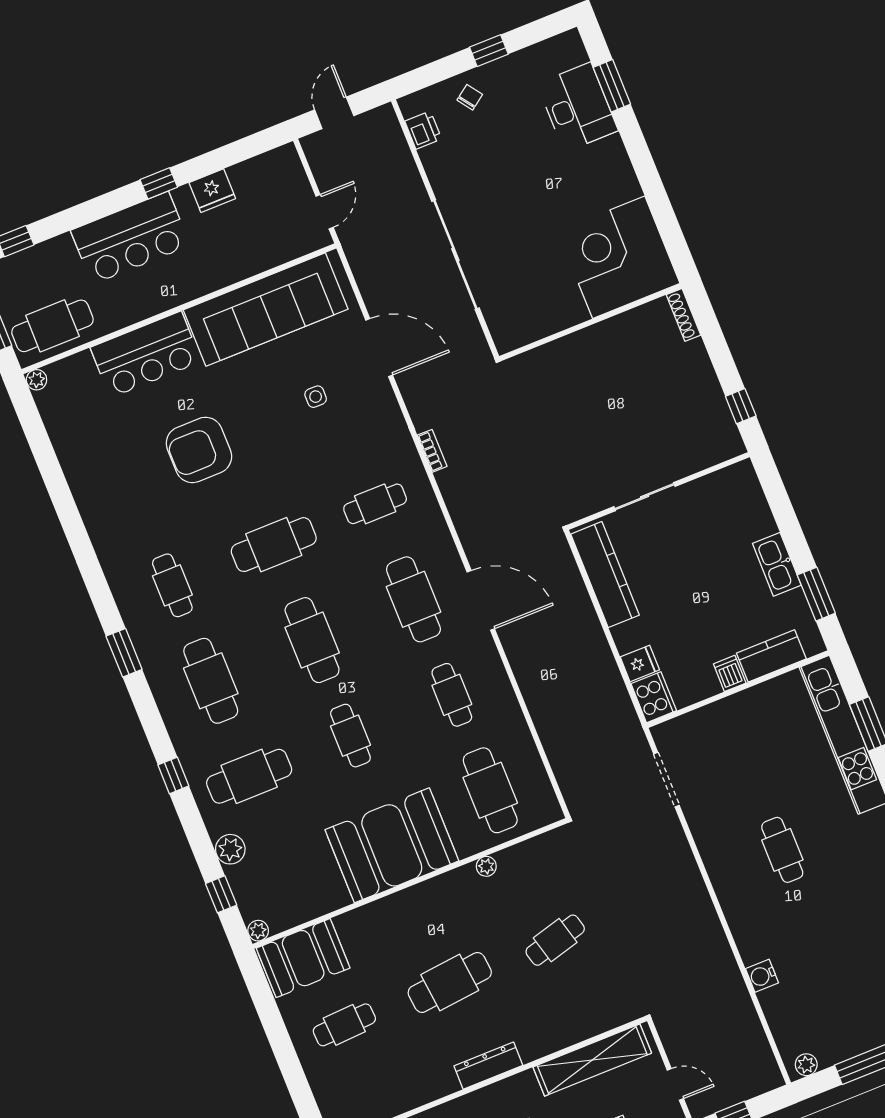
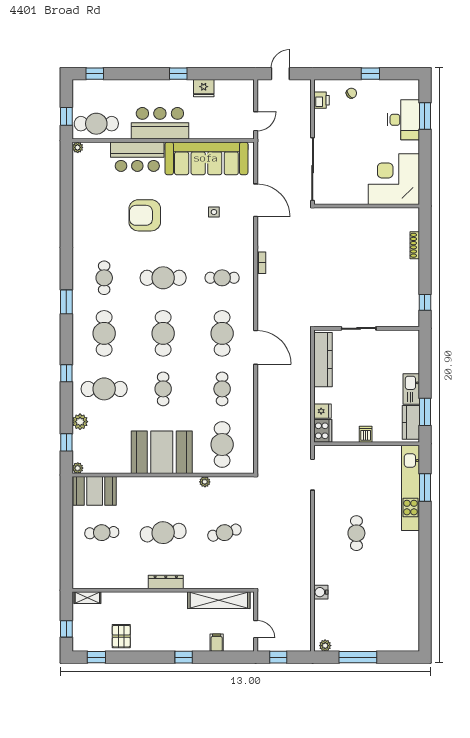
bar counter: (130, 238) -> (160, 123), moved, turned 180
corner desk: (619, 257) -> (394, 179), moved
wall: (591, 322) -> (367, 206), moved
kitchen counter: (771, 656) -> (411, 422), moved, turned -90

